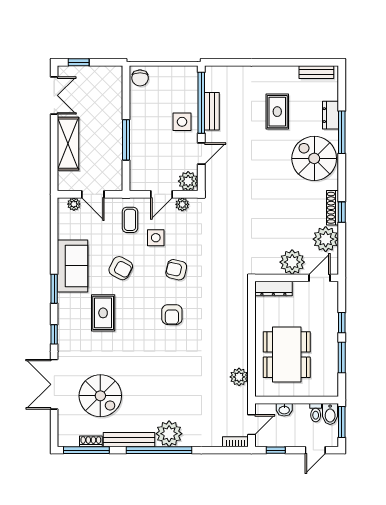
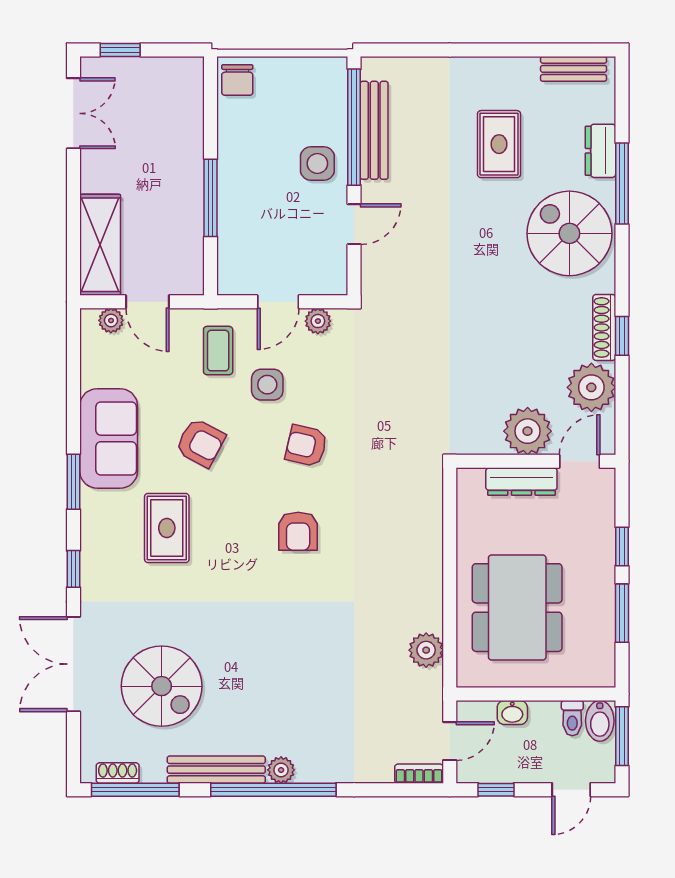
bench: (212, 111) -> (374, 130), width x1.36
shelving: (68, 144) -> (100, 245), moved
plant: (188, 181) -> (329, 277), removed
dresser: (273, 289) -> (521, 482), moved
plant: (169, 434) -> (281, 770), width x0.53, depth x0.53
shoe rack: (91, 441) -> (118, 773), moved

